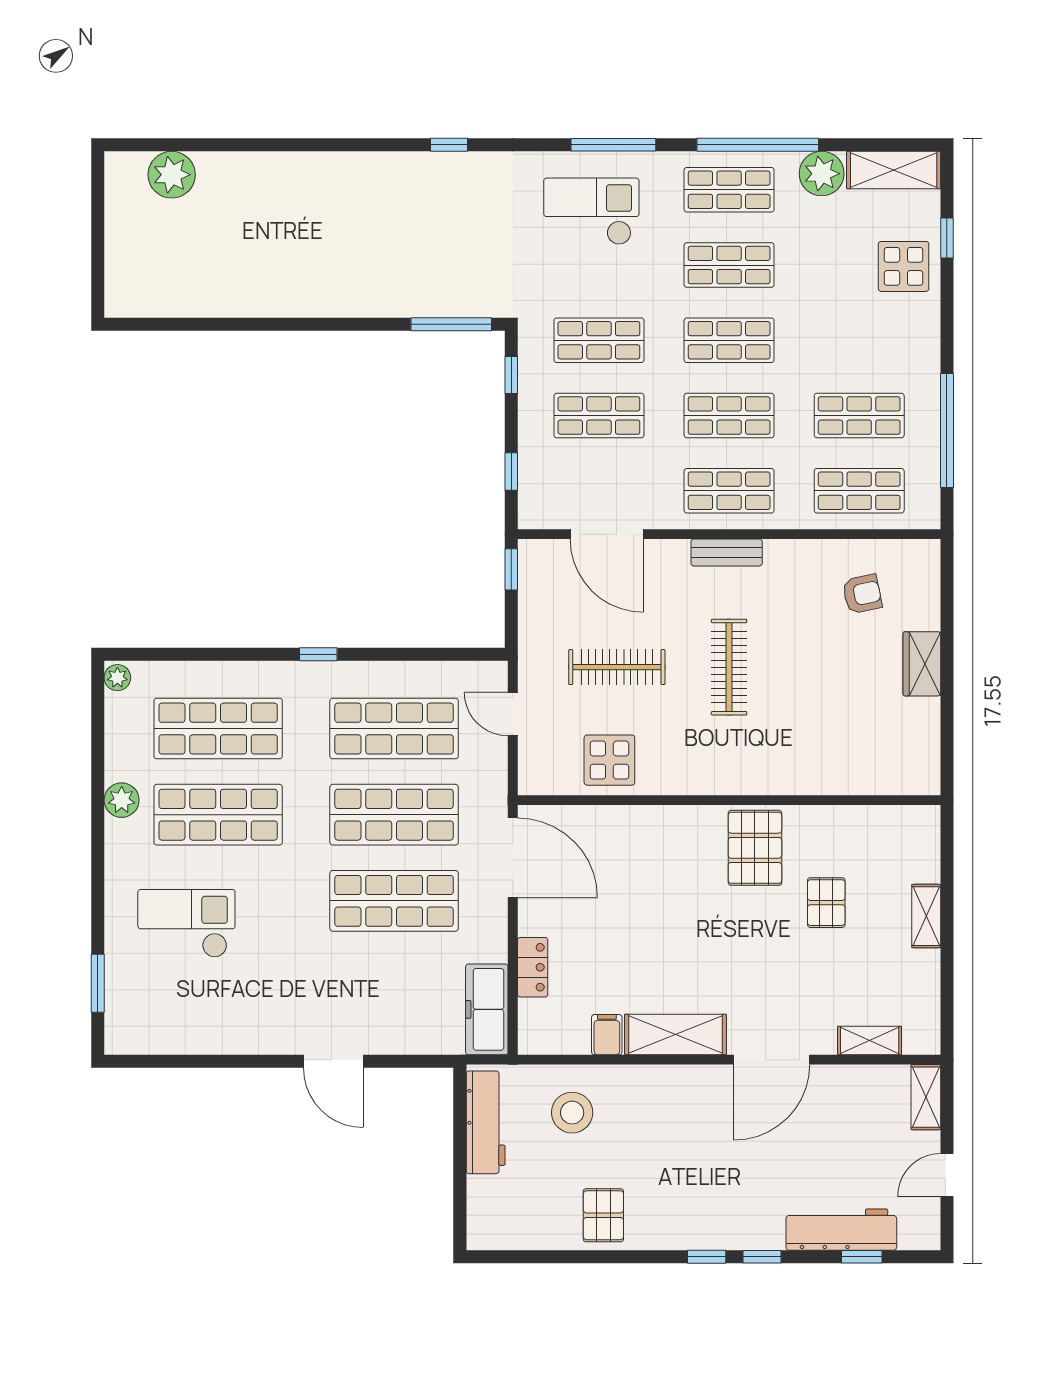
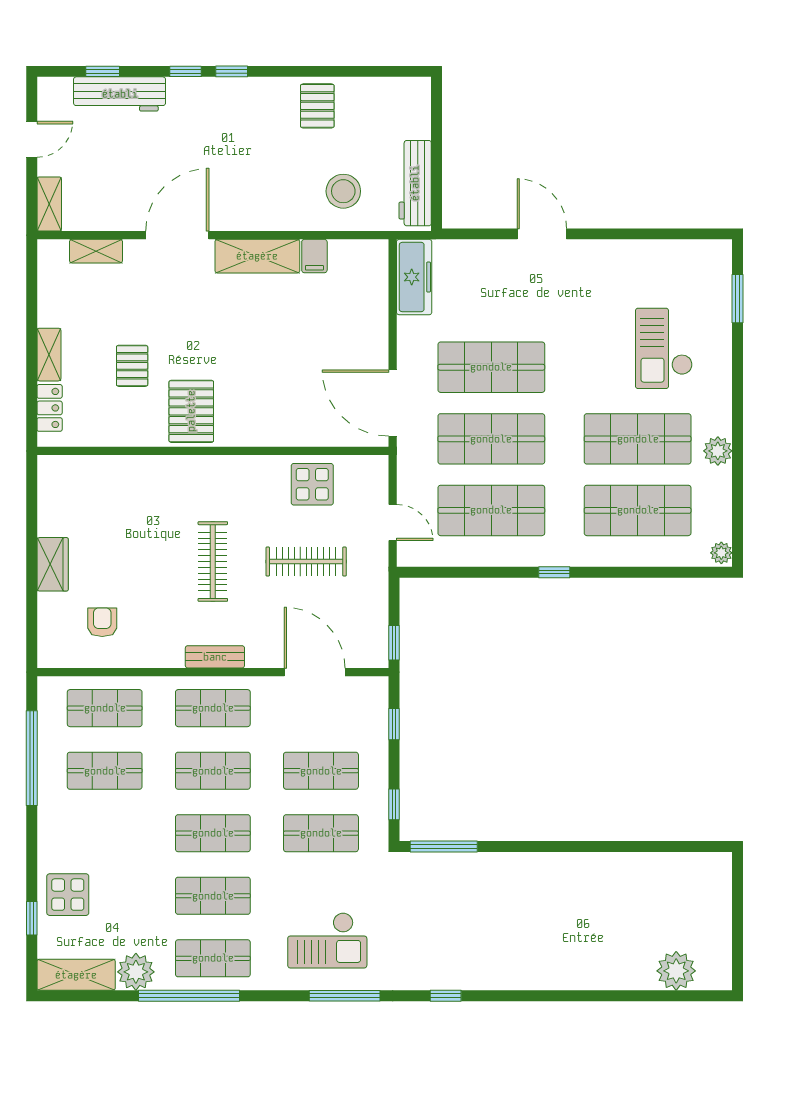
window: (613, 145) -> (345, 996), moved
armchair: (862, 594) -> (102, 622), turned 102
checkout: (186, 923) -> (664, 348), turned 90
locker: (533, 967) -> (50, 408), moved, turned 180

